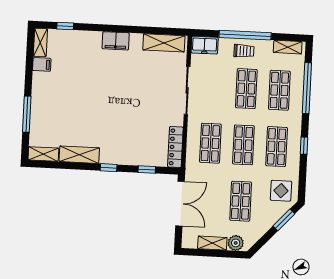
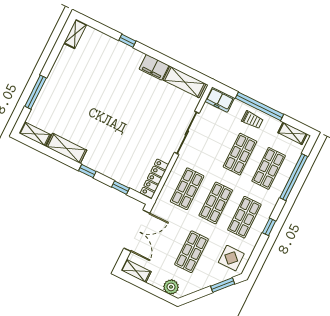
window: (65, 26) -> (127, 41), moved
filing cabinet: (116, 41) -> (154, 67), moved
filing cabinet: (42, 64) -> (68, 54), removed
shelving: (212, 243) -> (136, 271), moved

